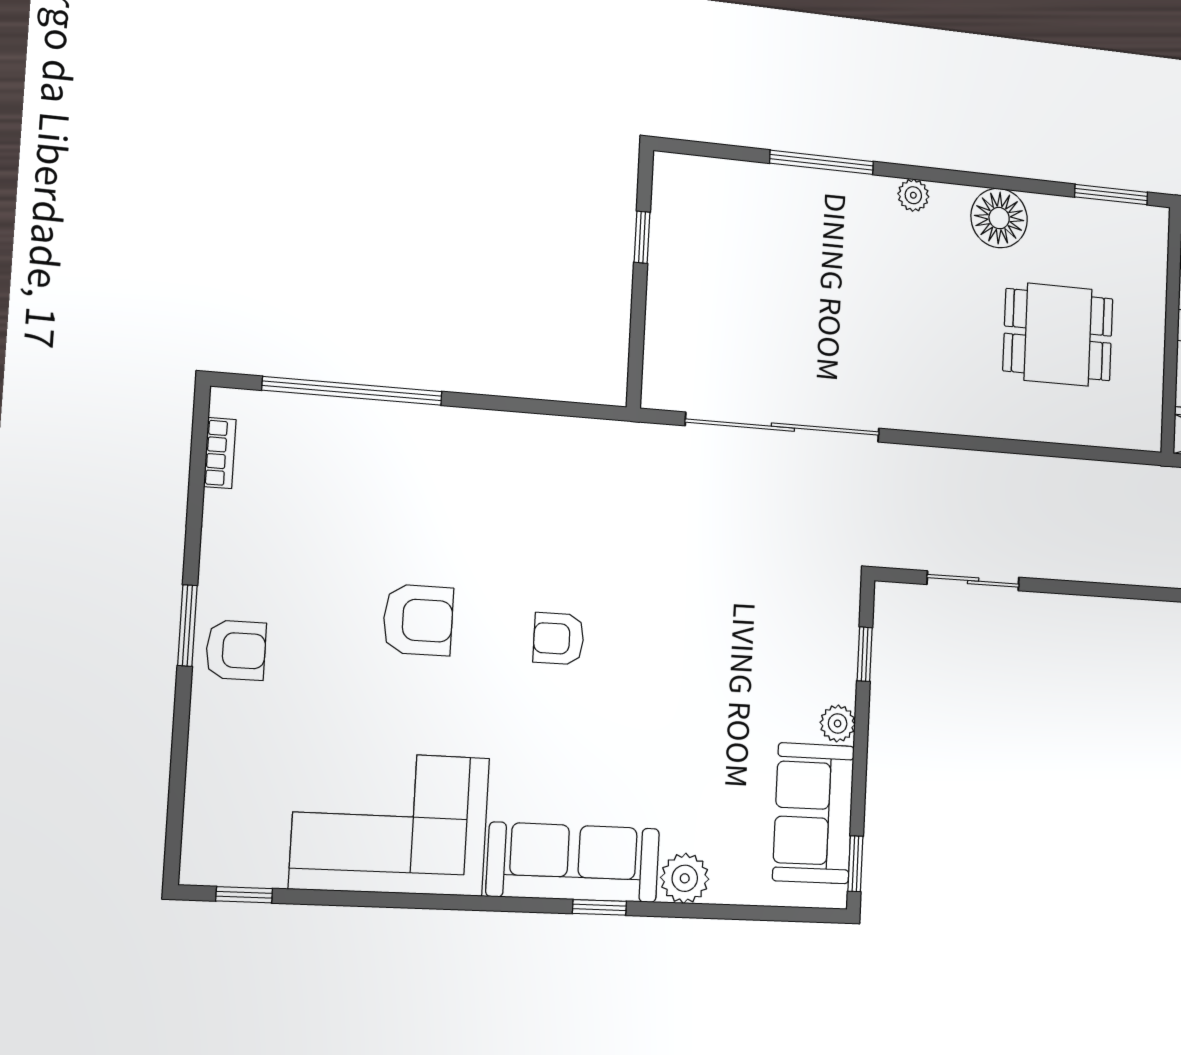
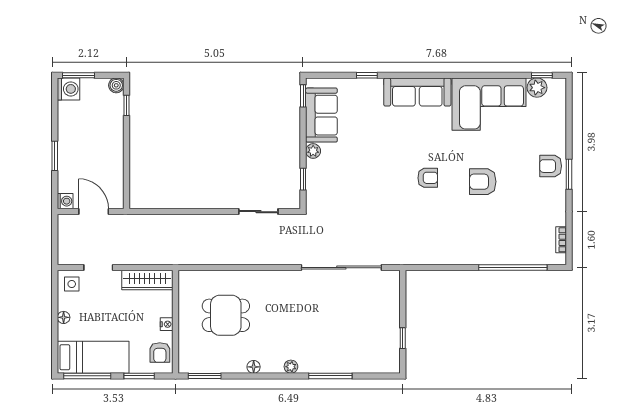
floor lamp: (999, 218) -> (254, 367), width x0.53, depth x0.53
plant: (685, 878) -> (537, 88), moved
window: (599, 907) -> (367, 75), moved

